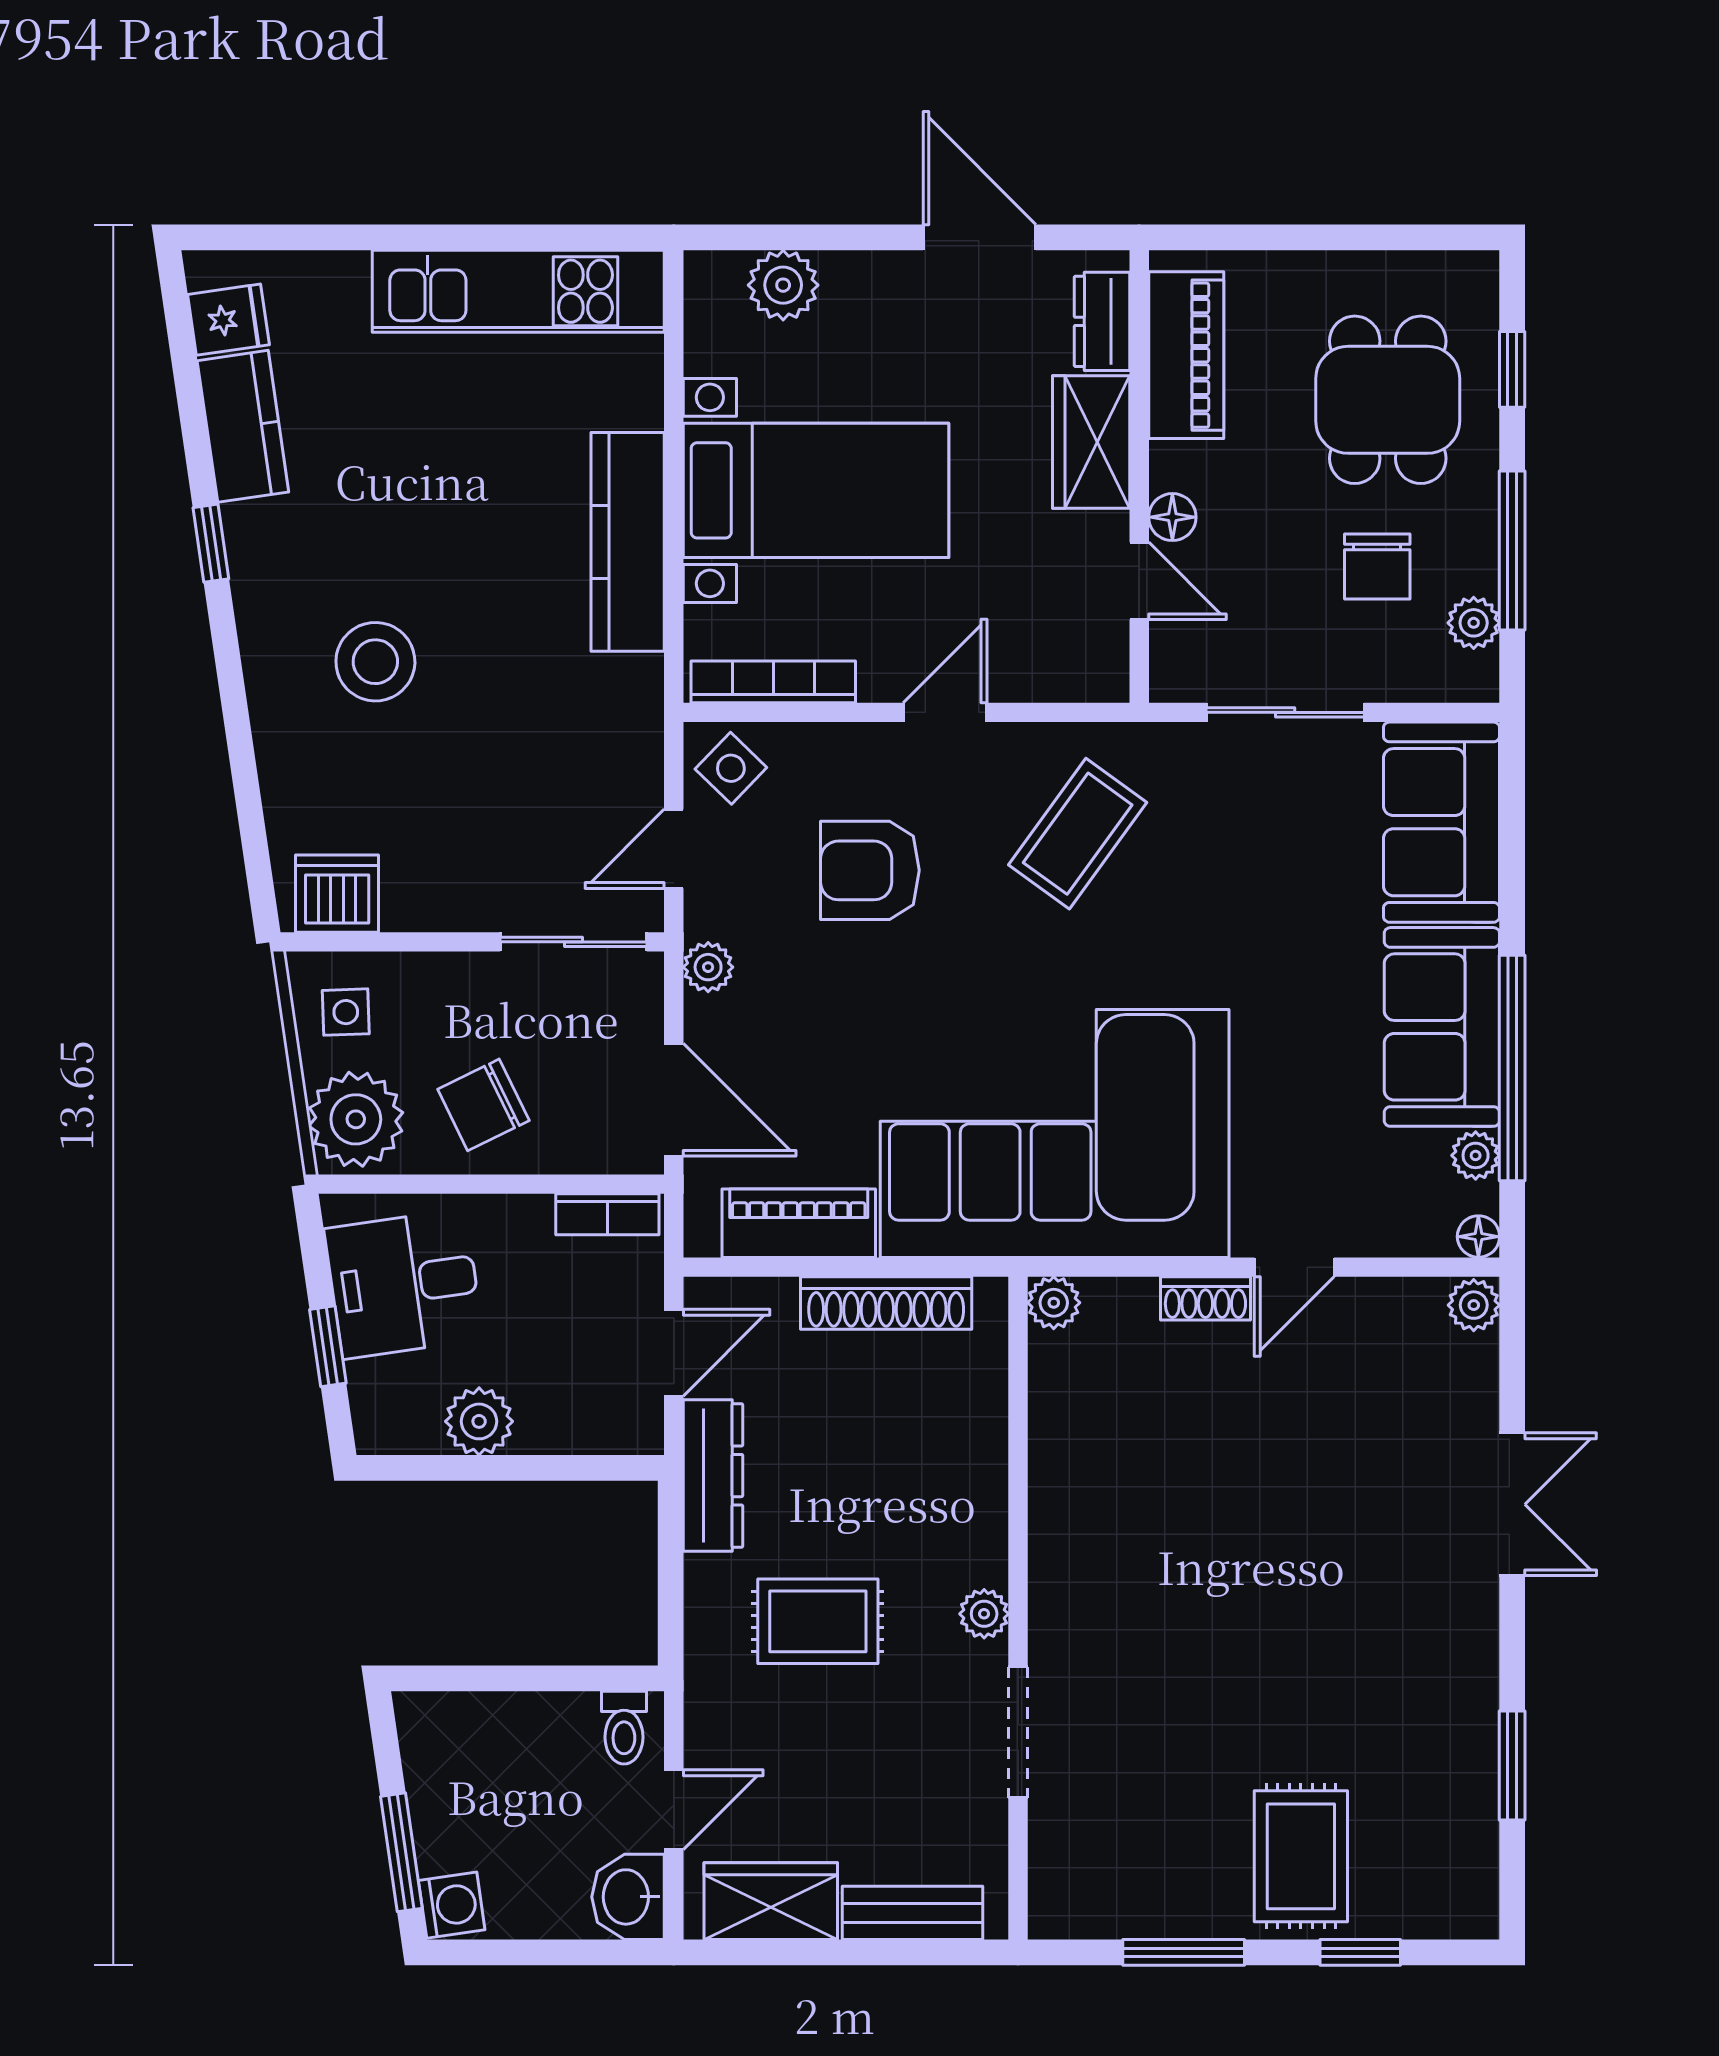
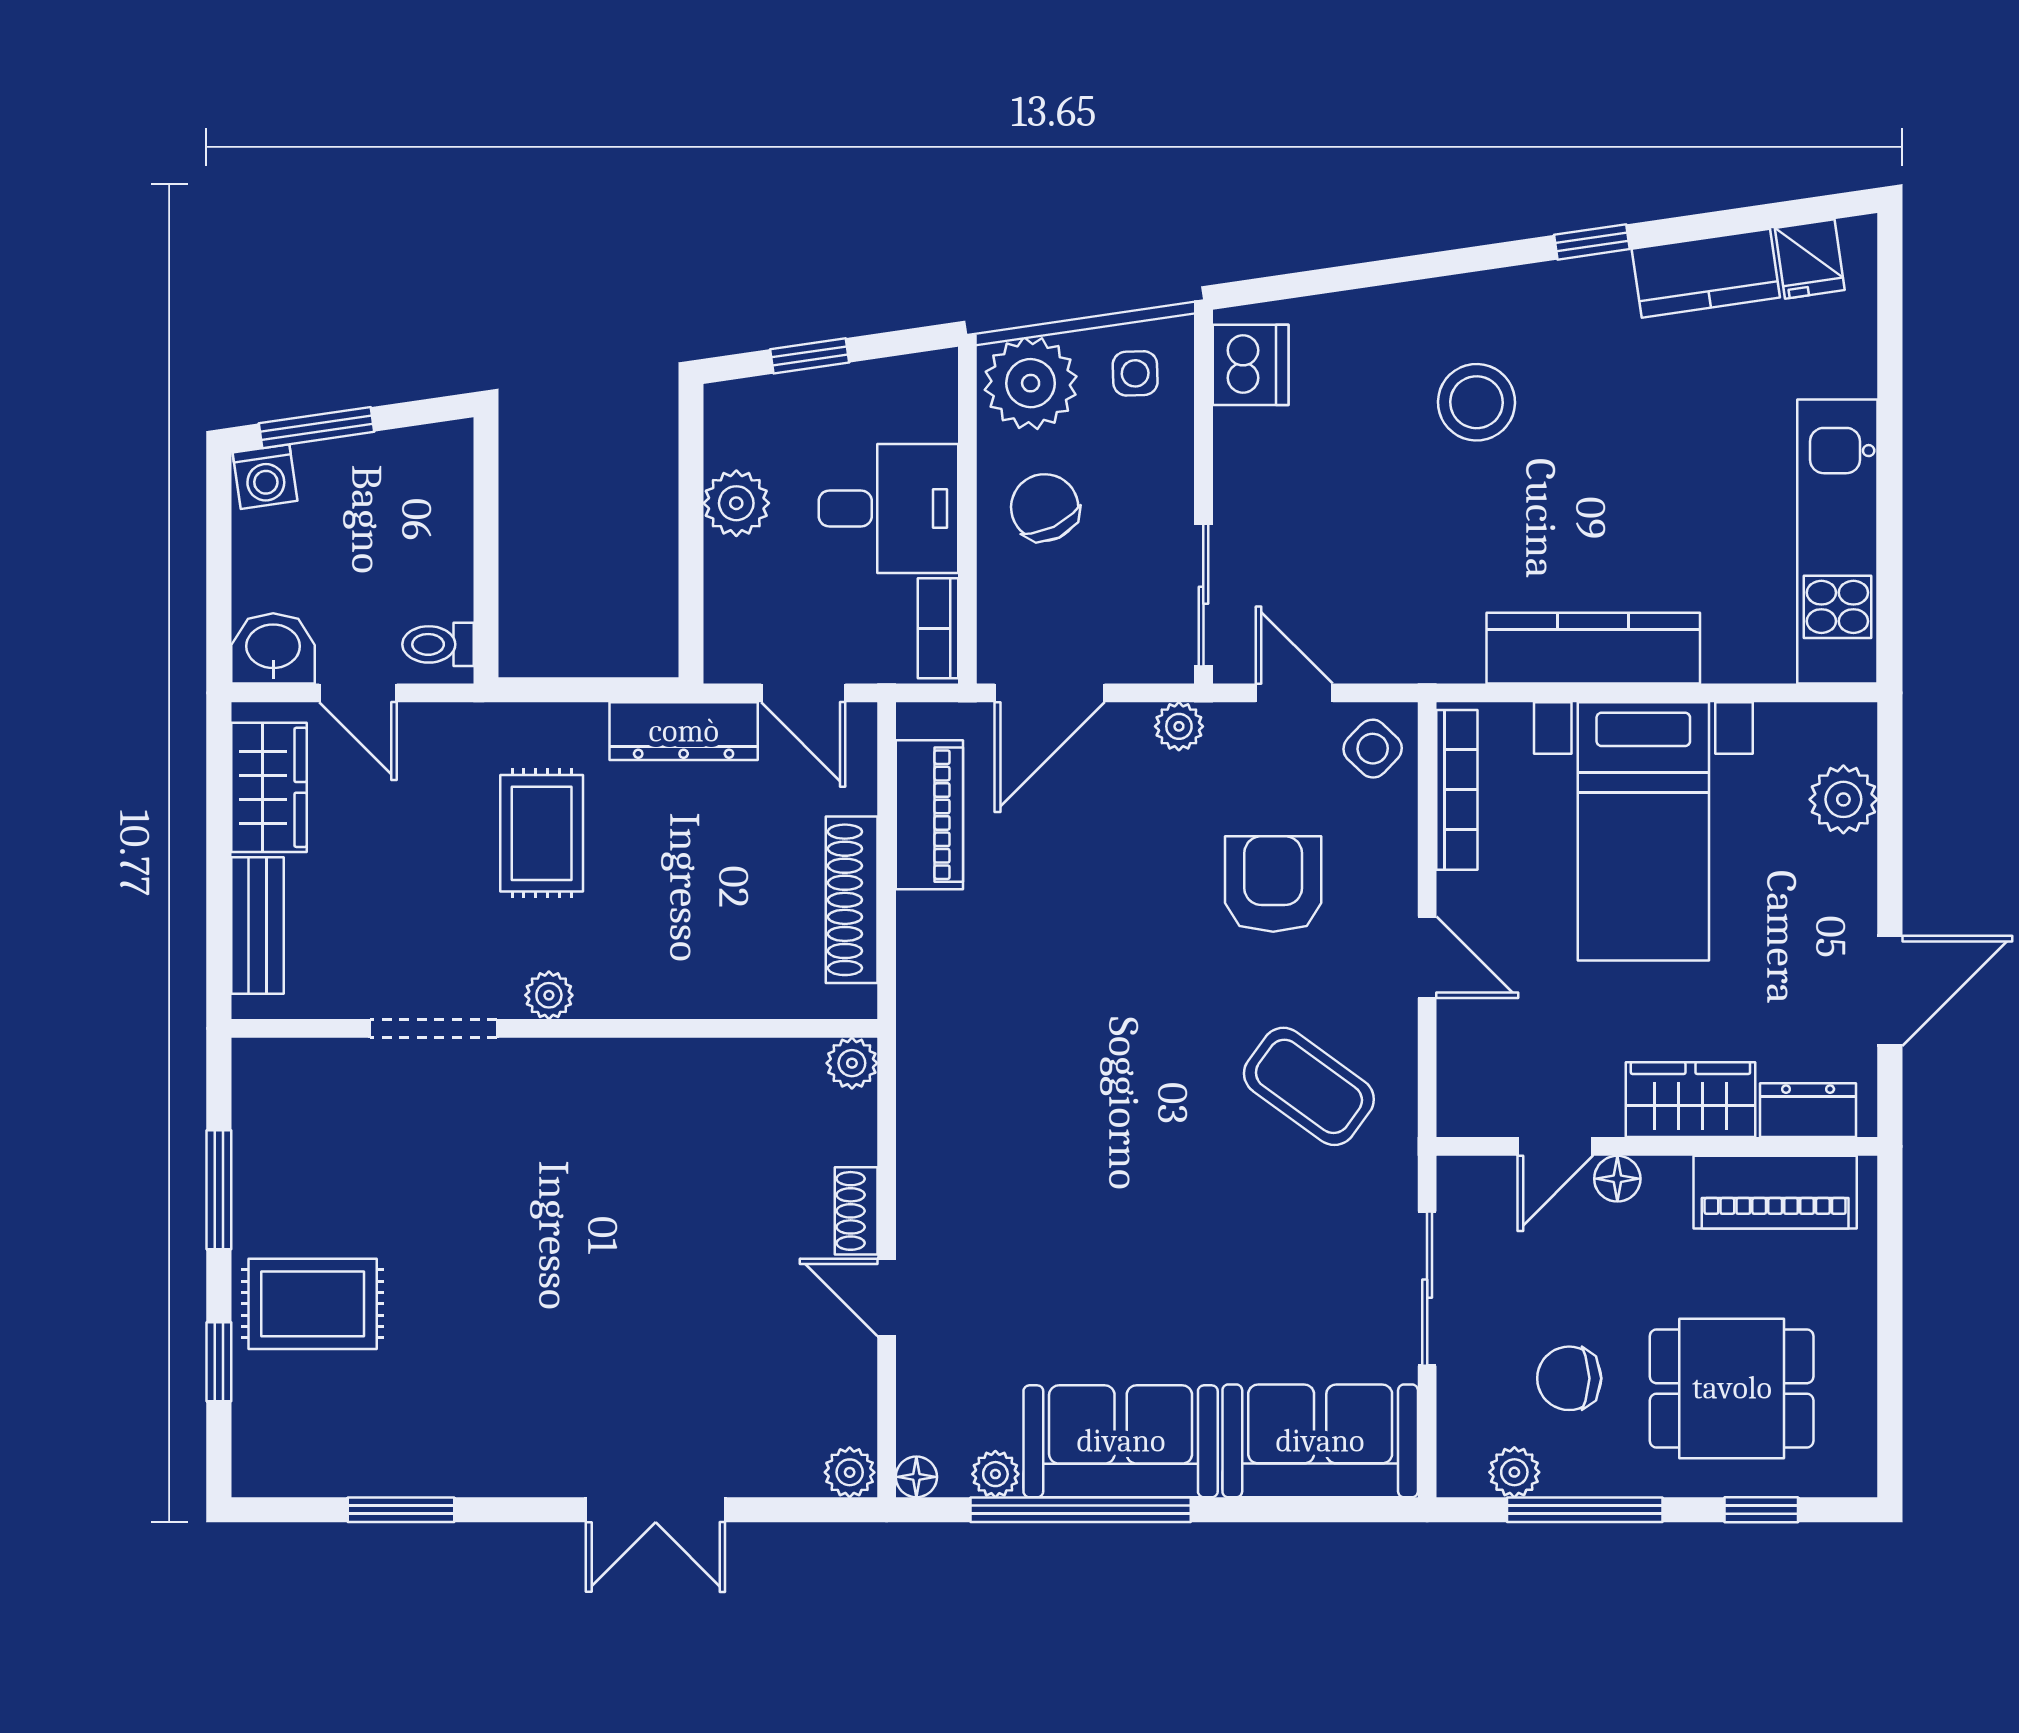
corner sofa: (1055, 1133) -> (1017, 1064), removed
desk: (404, 1284) -> (888, 508), moved, turned 98

